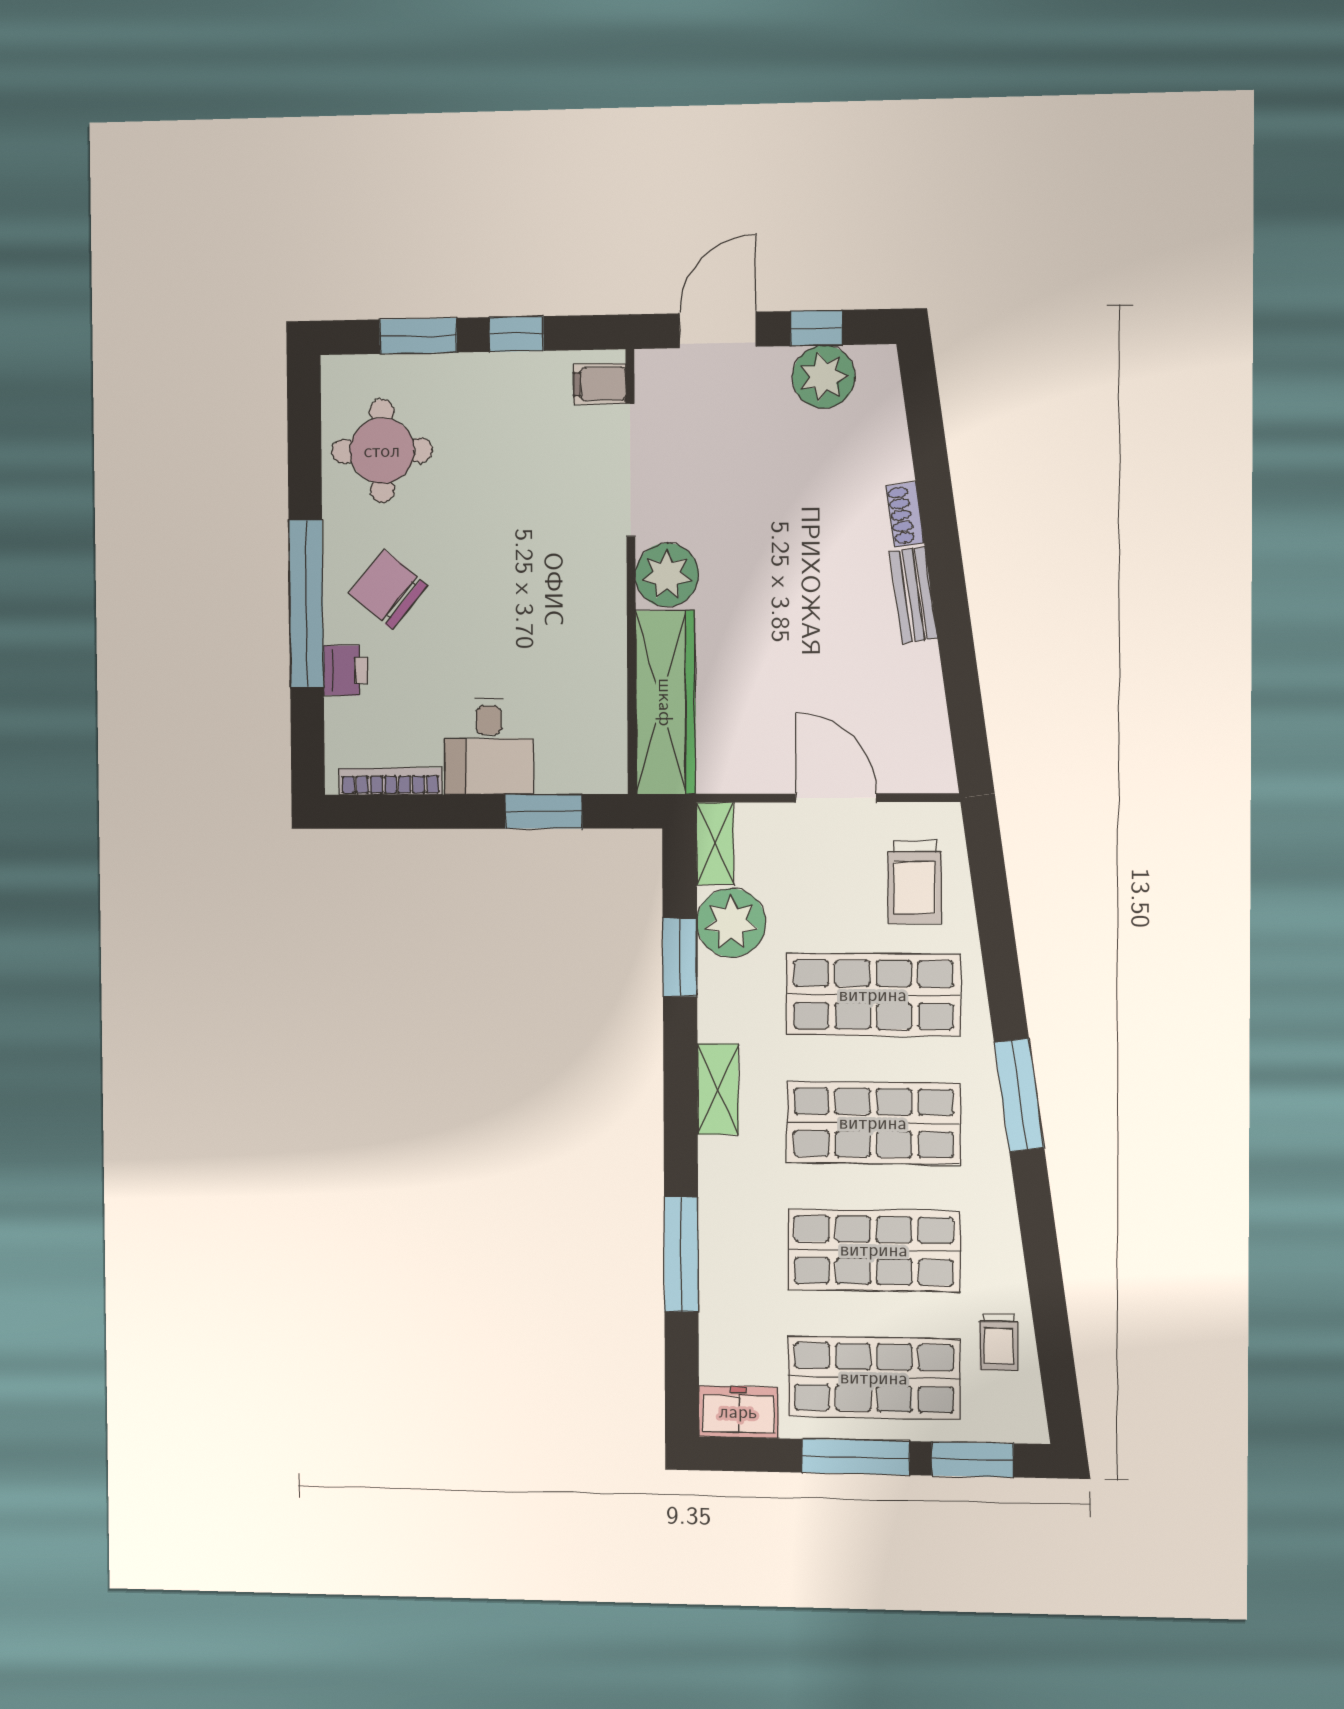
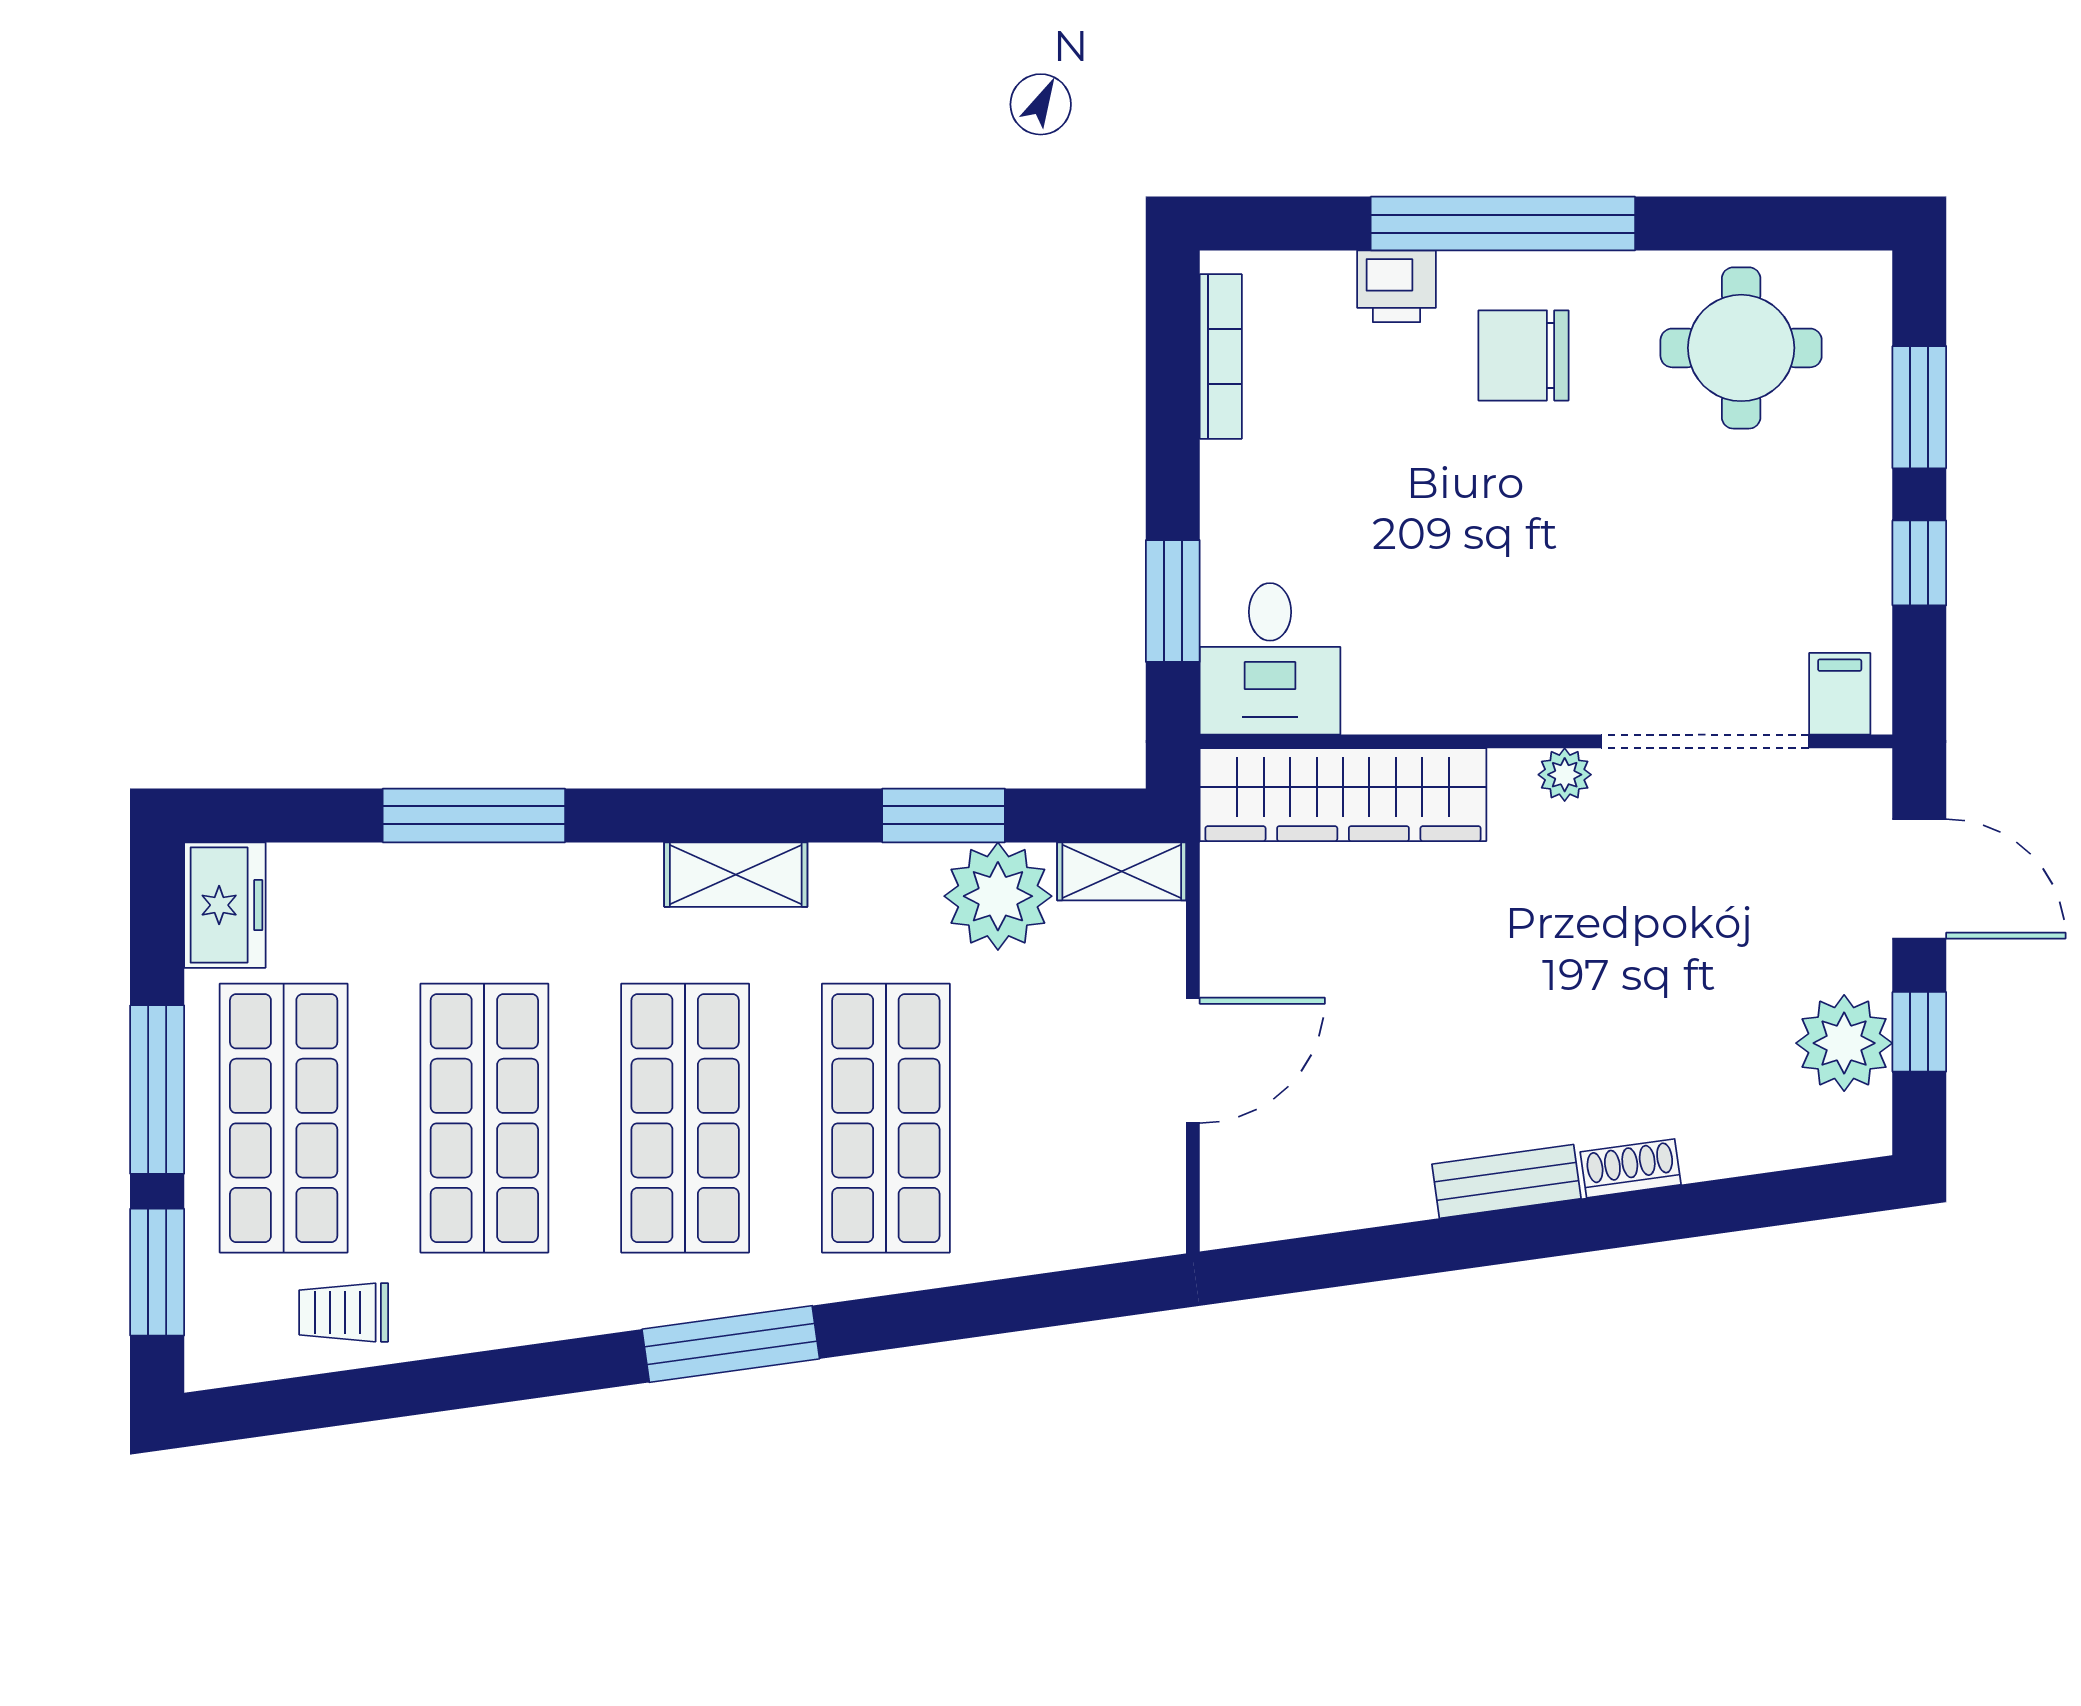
plant: (667, 575) -> (1565, 775), width x0.53, depth x0.53
chair: (388, 589) -> (1524, 355), turned -130
desk: (489, 746) -> (1270, 659), moved, turned -90
trolley: (915, 882) -> (1062, 1183), removed

